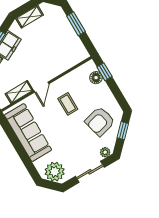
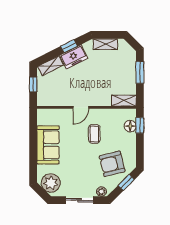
shelving: (19, 92) -> (124, 101), moved
sofa: (28, 132) -> (48, 145), width x0.73

